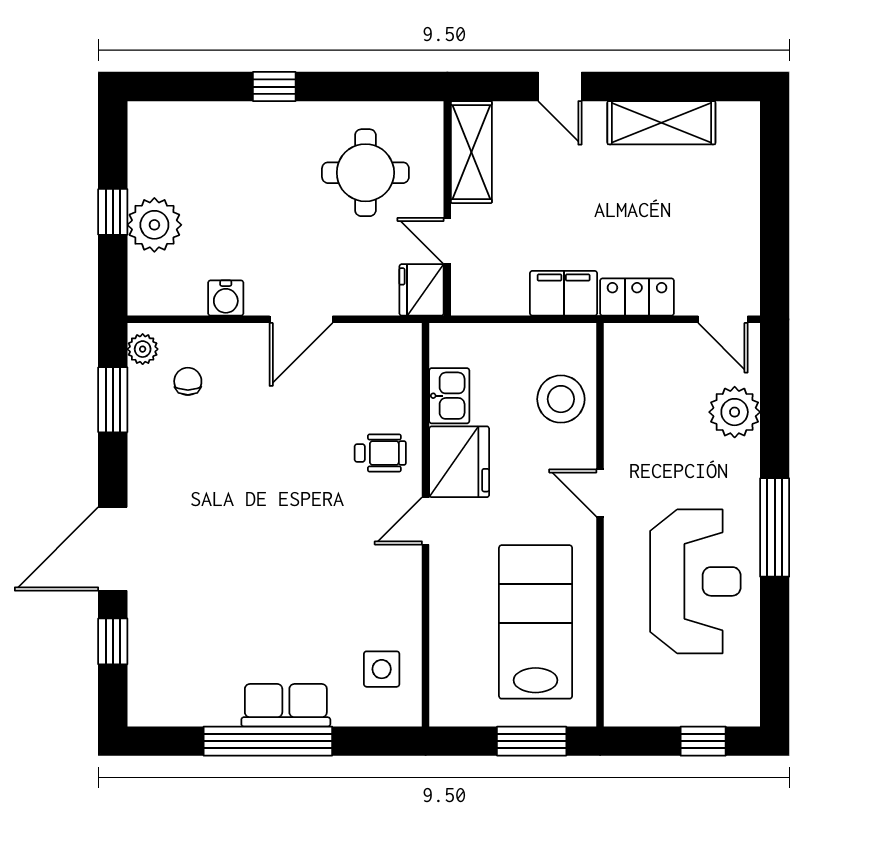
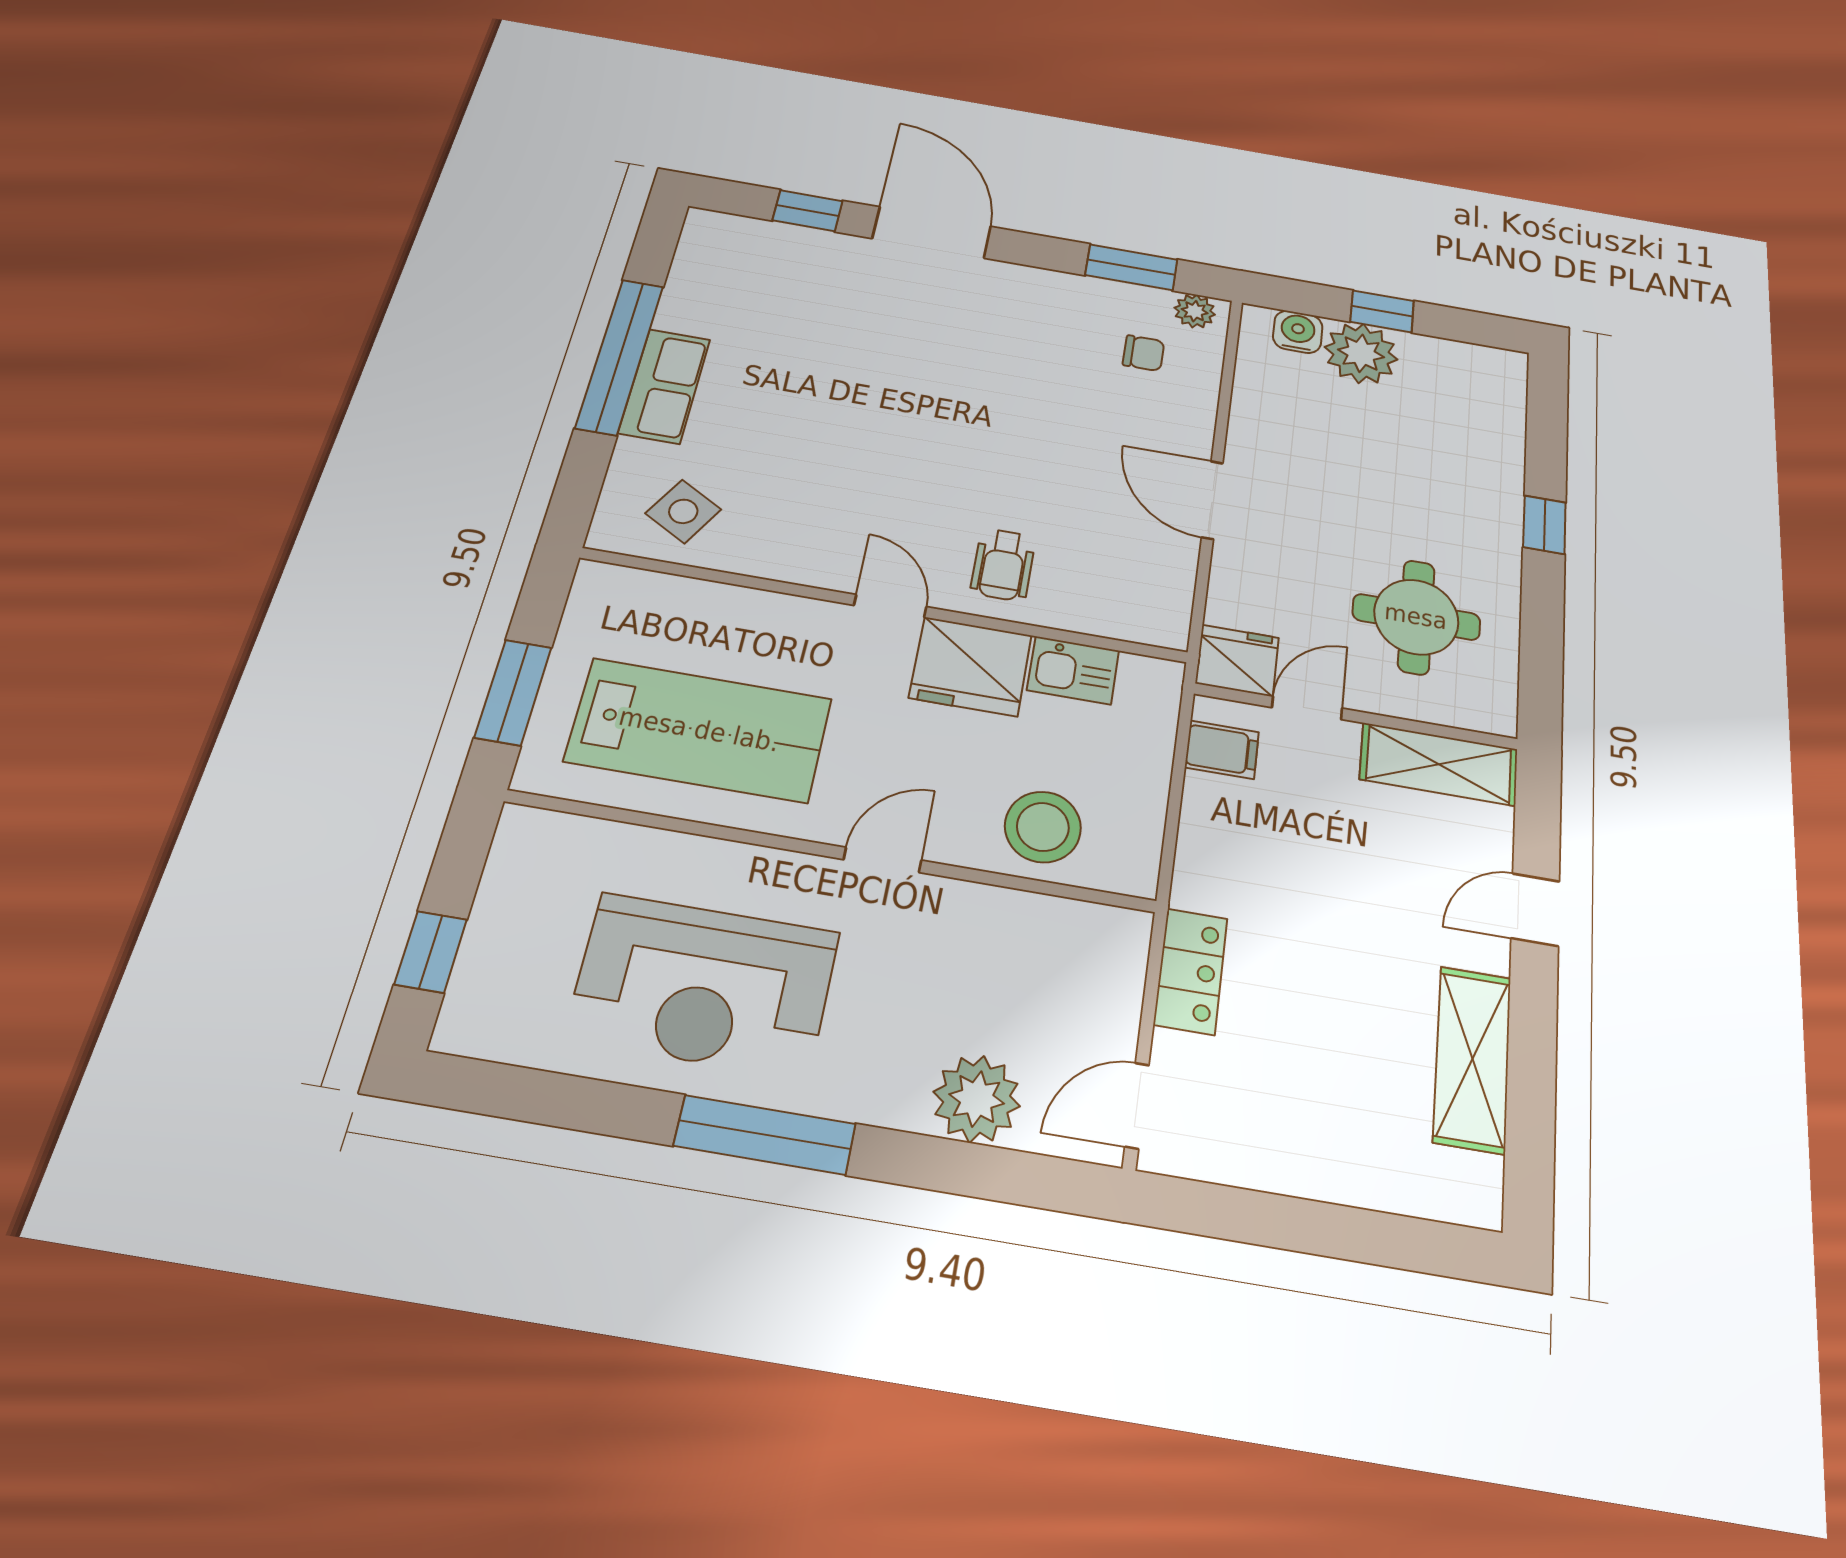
filing cabinet: (564, 293) -> (1222, 750), moved, width x0.50
water cooler: (226, 298) -> (1298, 332), moved, turned 90
side table: (382, 669) -> (683, 511), turned 30

